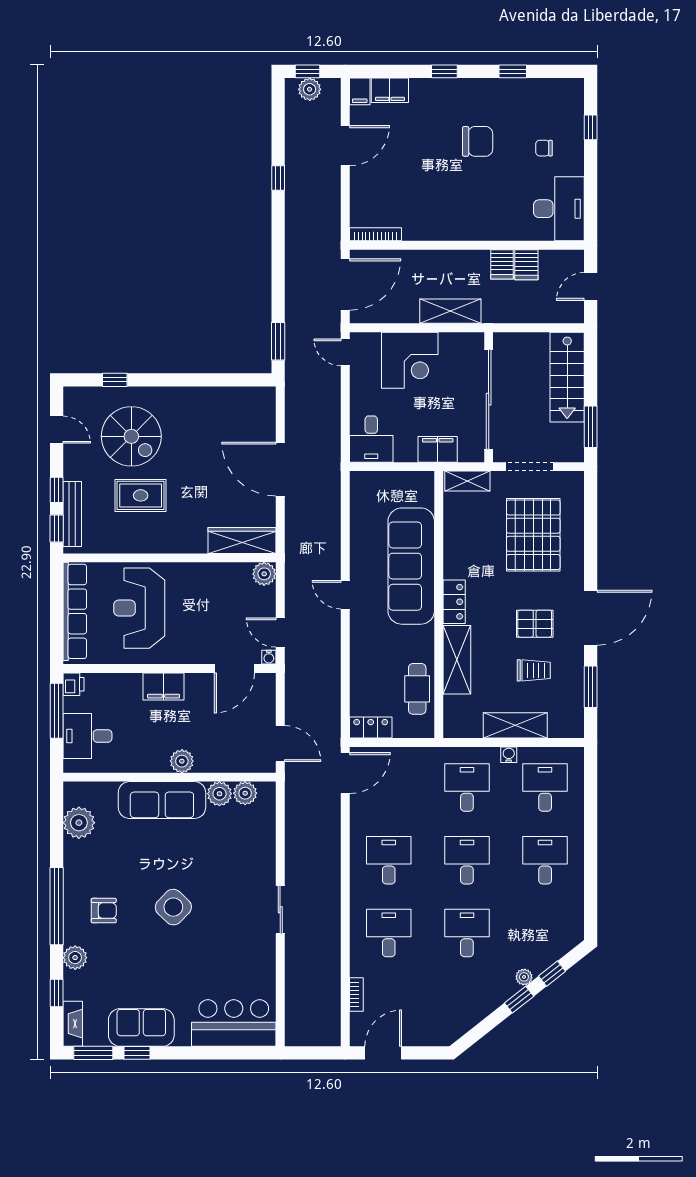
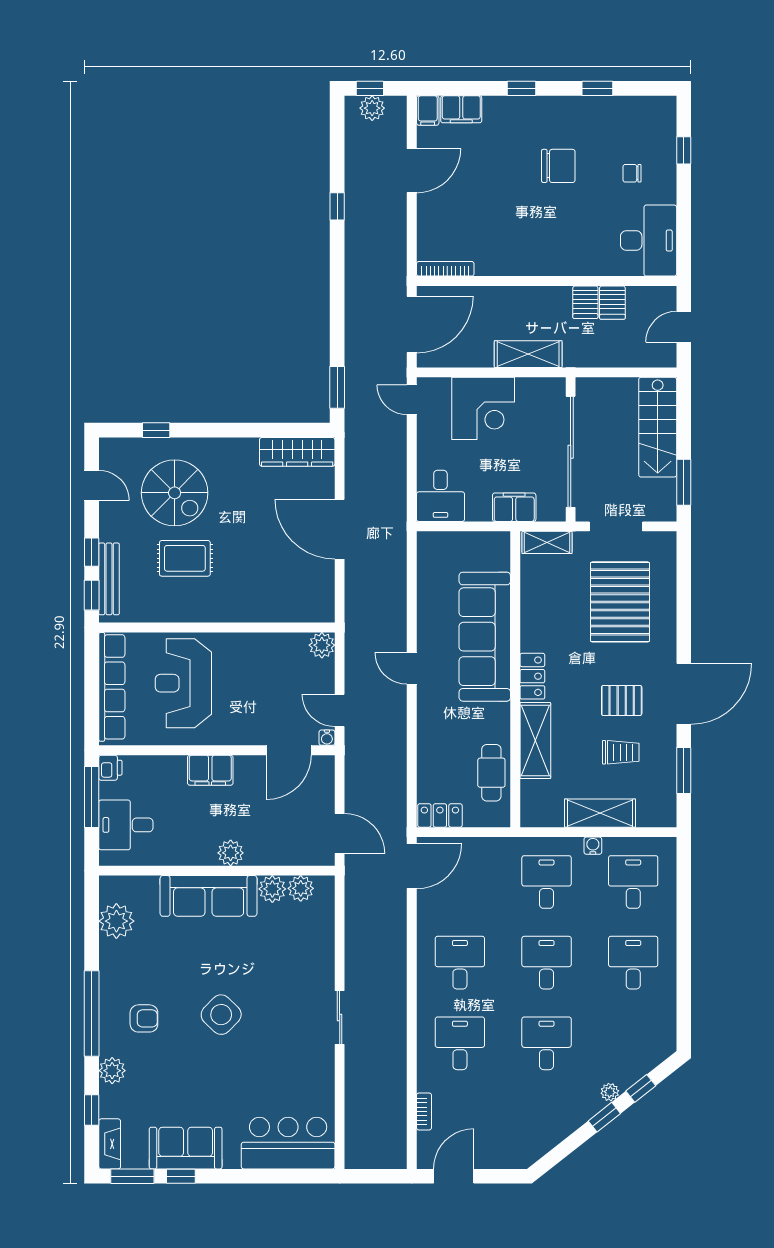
wardrobe: (242, 540) -> (297, 452), moved, turned 180

